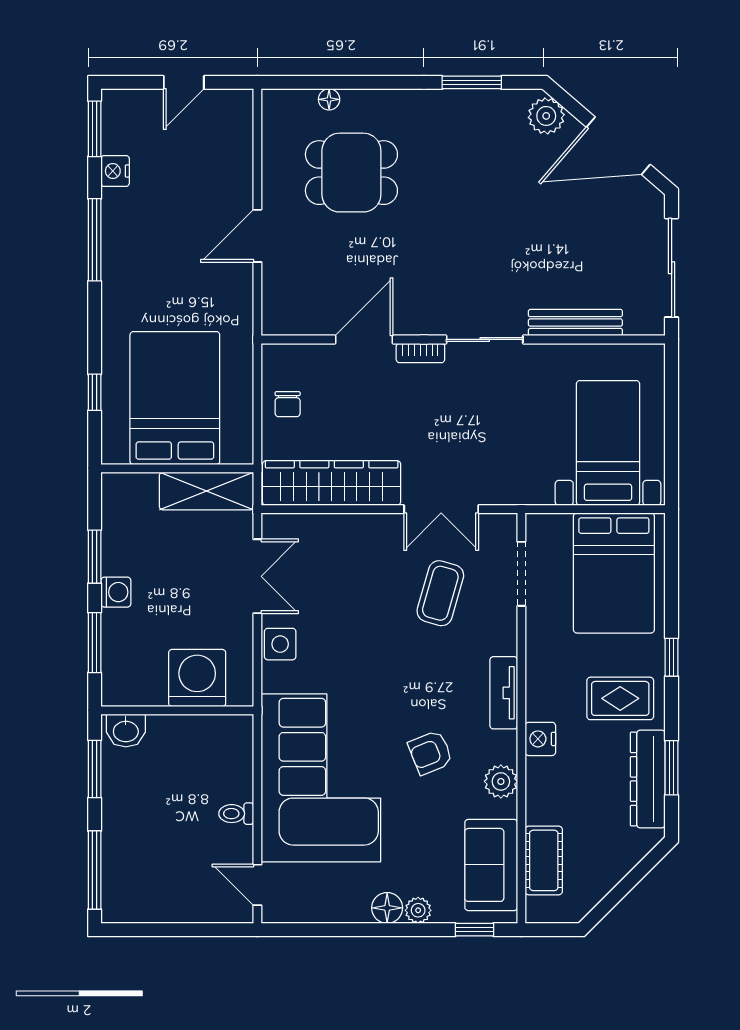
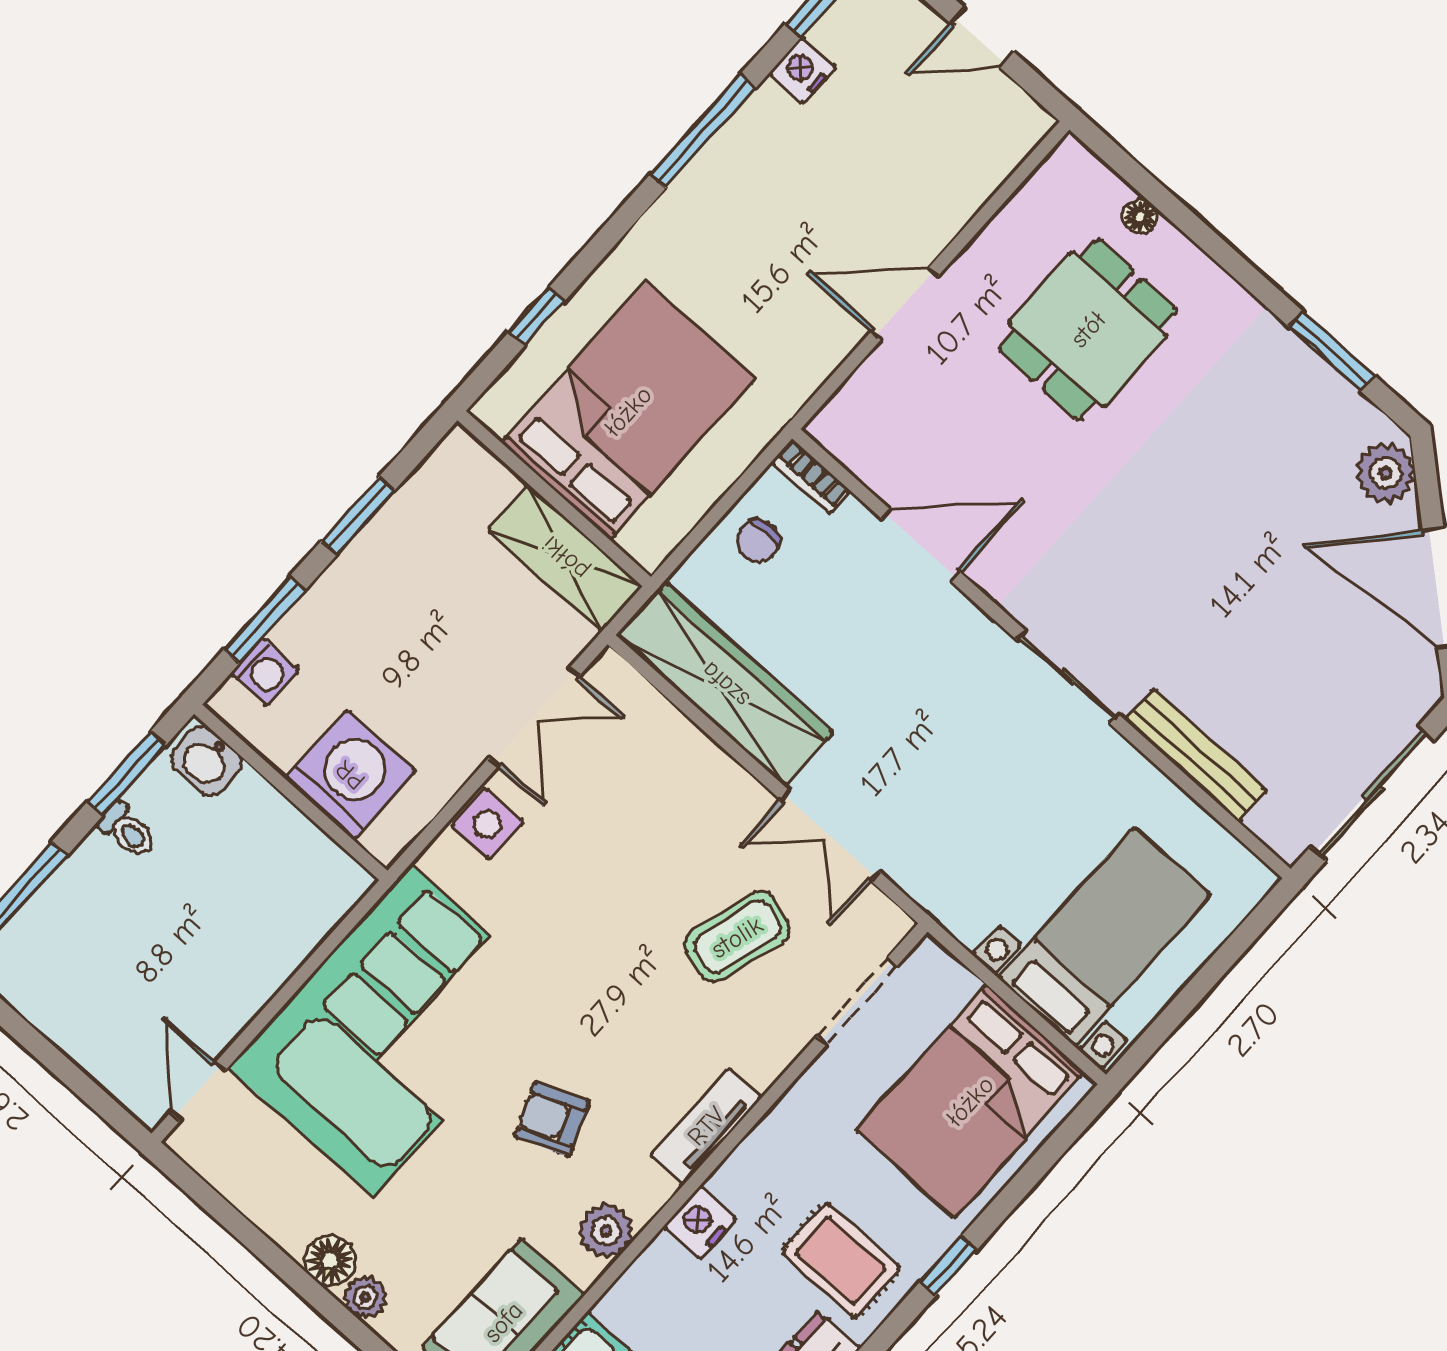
dining table: (351, 173) -> (1088, 329), turned 90
bookcase: (420, 353) -> (811, 476), moved
washing machine: (116, 592) -> (265, 672), moved
toilet: (236, 814) -> (127, 831), moved, turned 180

